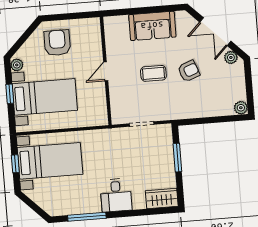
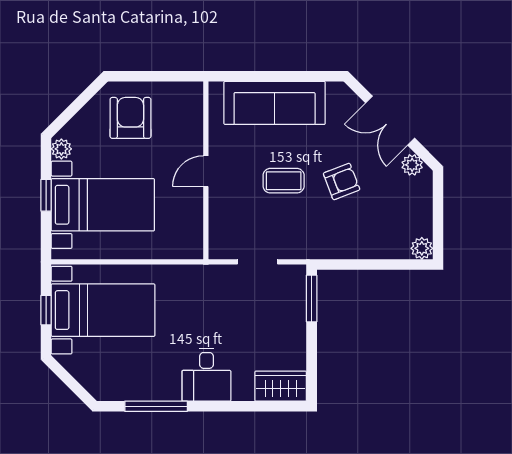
sofa: (152, 26) -> (275, 103), width x1.36
window: (177, 158) -> (312, 298), moved

